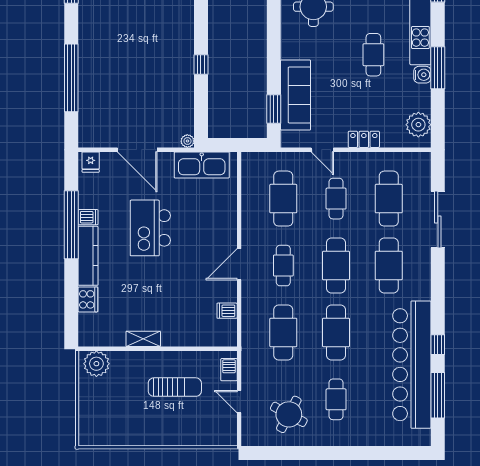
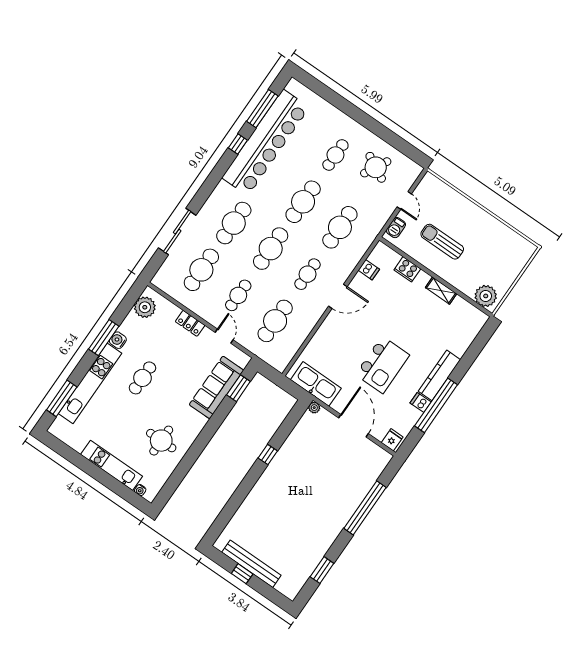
cooker: (88, 299) -> (407, 269), moved, turned -90

